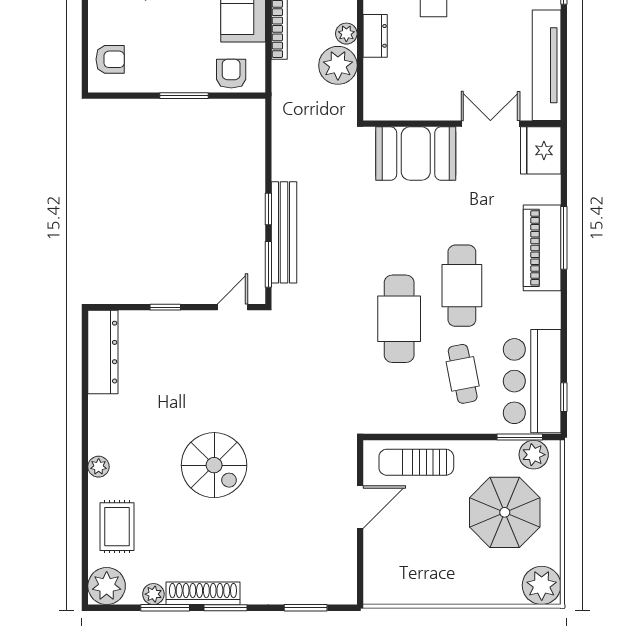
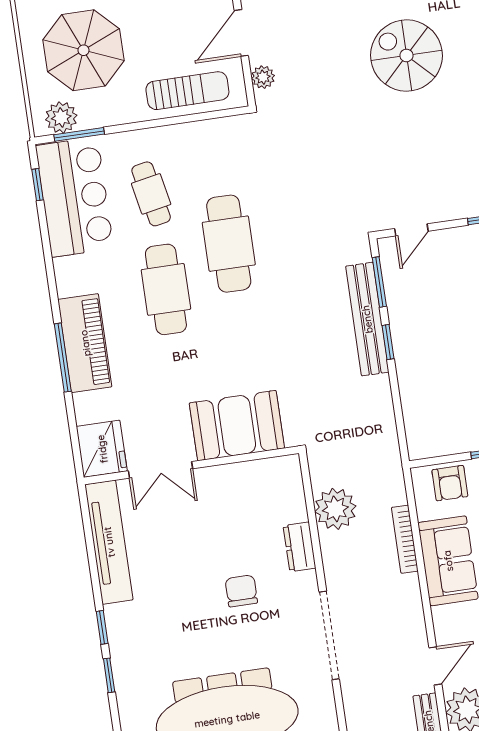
plant: (346, 34) -> (263, 77), moved

